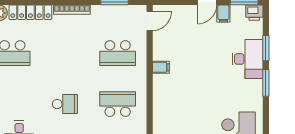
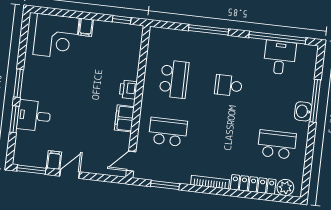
printer: (254, 13) -> (128, 90), moved, turned -90
desk: (248, 59) -> (34, 116), width x0.73
filing cabinet: (161, 67) -> (124, 118), width x2.00
school desk: (118, 104) -> (174, 79), turned -90

